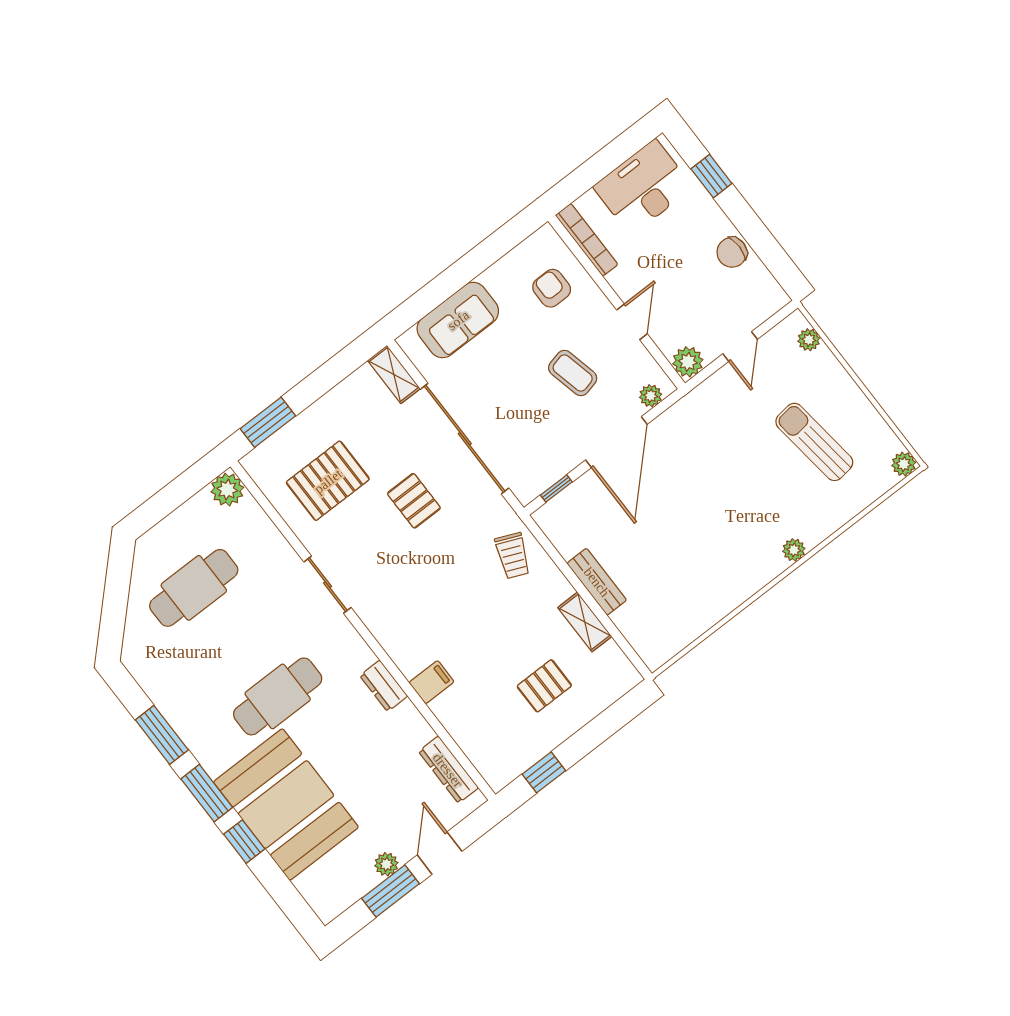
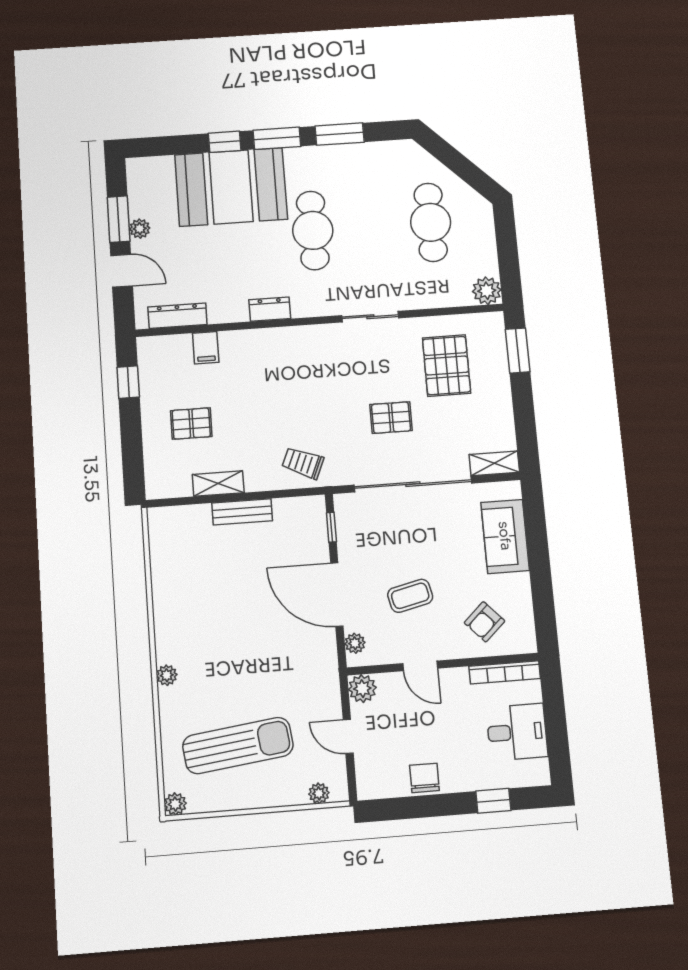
desk: (643, 187) -> (517, 732), width x0.73
armchair: (552, 288) -> (485, 622), turned 137
sun lounger: (814, 442) -> (238, 746), width x1.36, depth x1.34
filing cabinet: (432, 682) -> (206, 348), moved
pallet: (544, 686) -> (191, 424), turned 90

